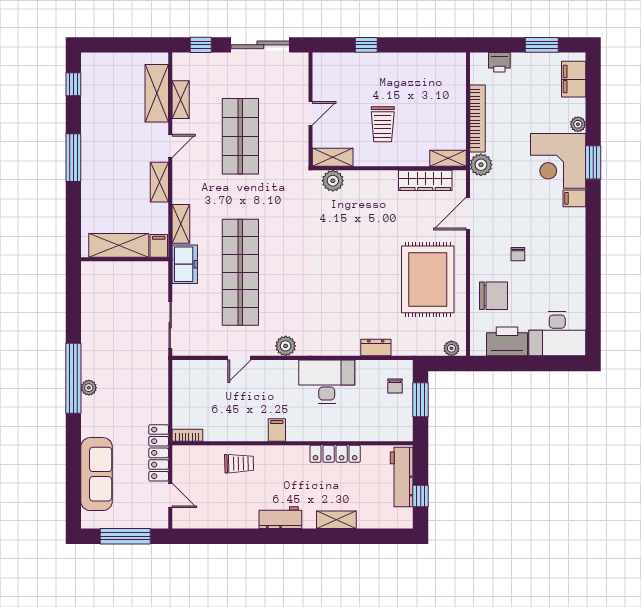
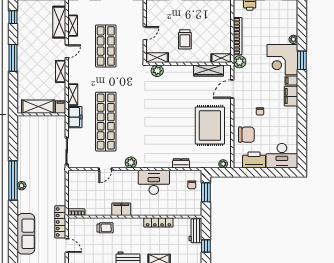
filing cabinet: (574, 79) -> (291, 96), moved
filing cabinet: (277, 430) -> (121, 209), width x2.00
workbench: (402, 477) -> (195, 231), width x0.73

